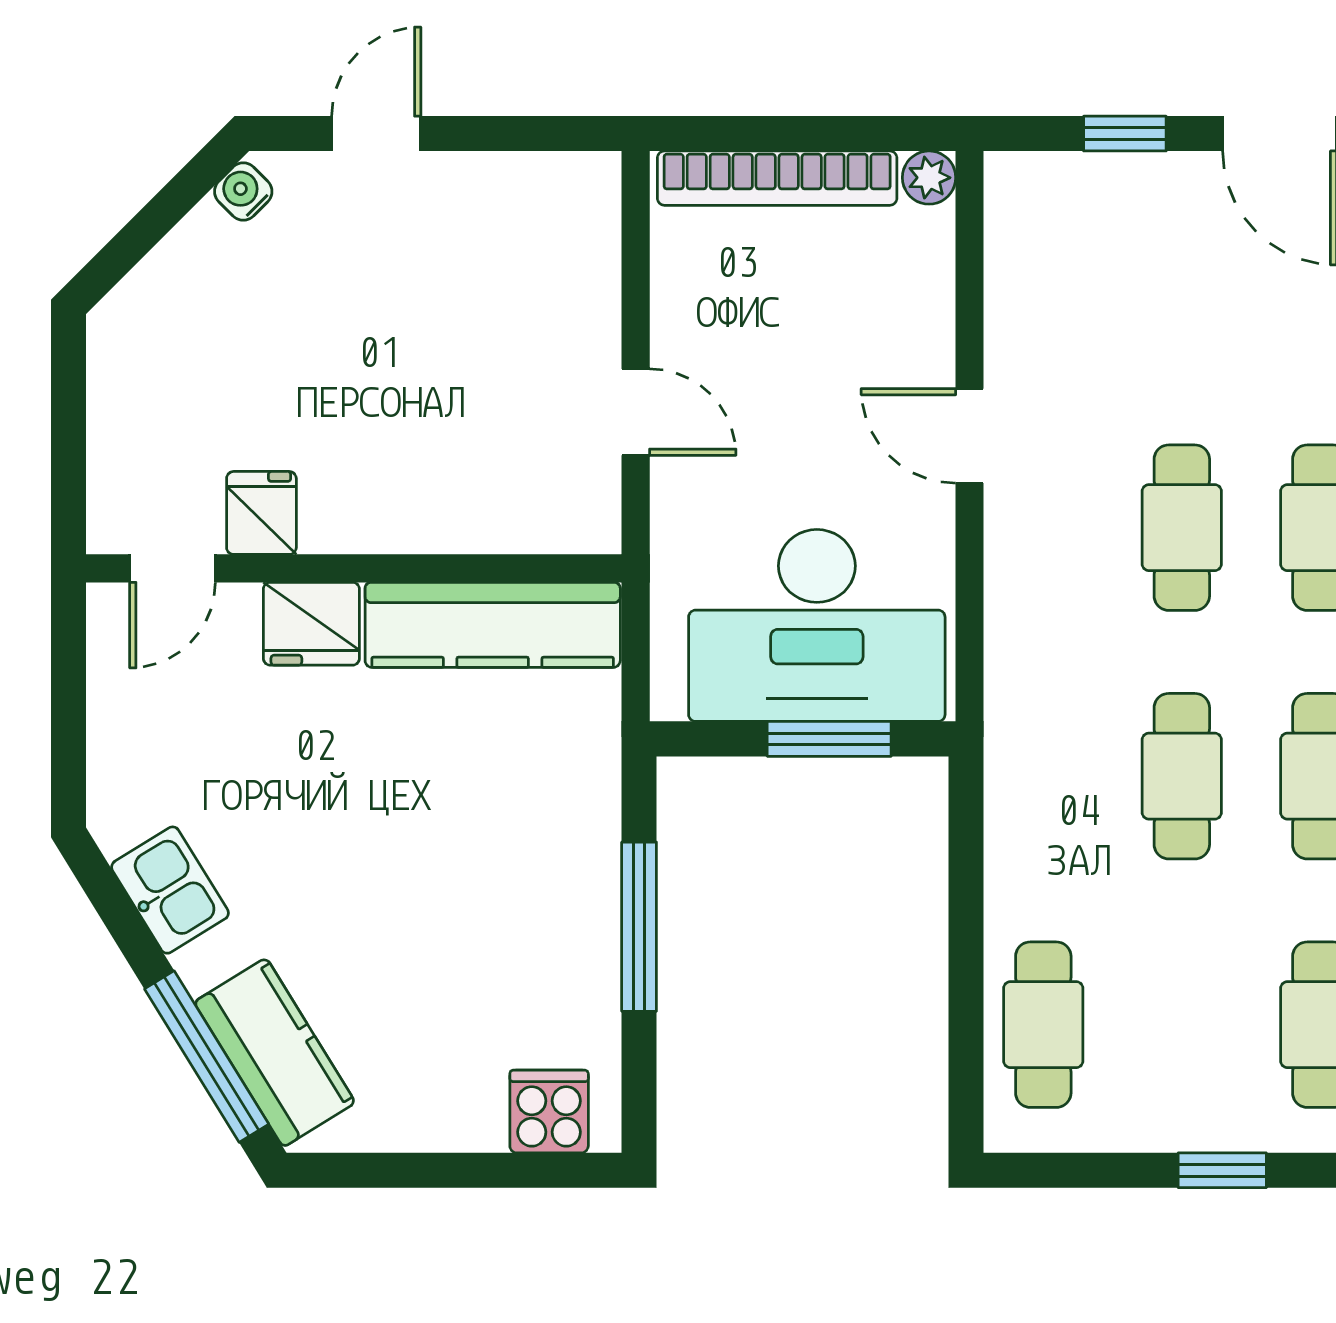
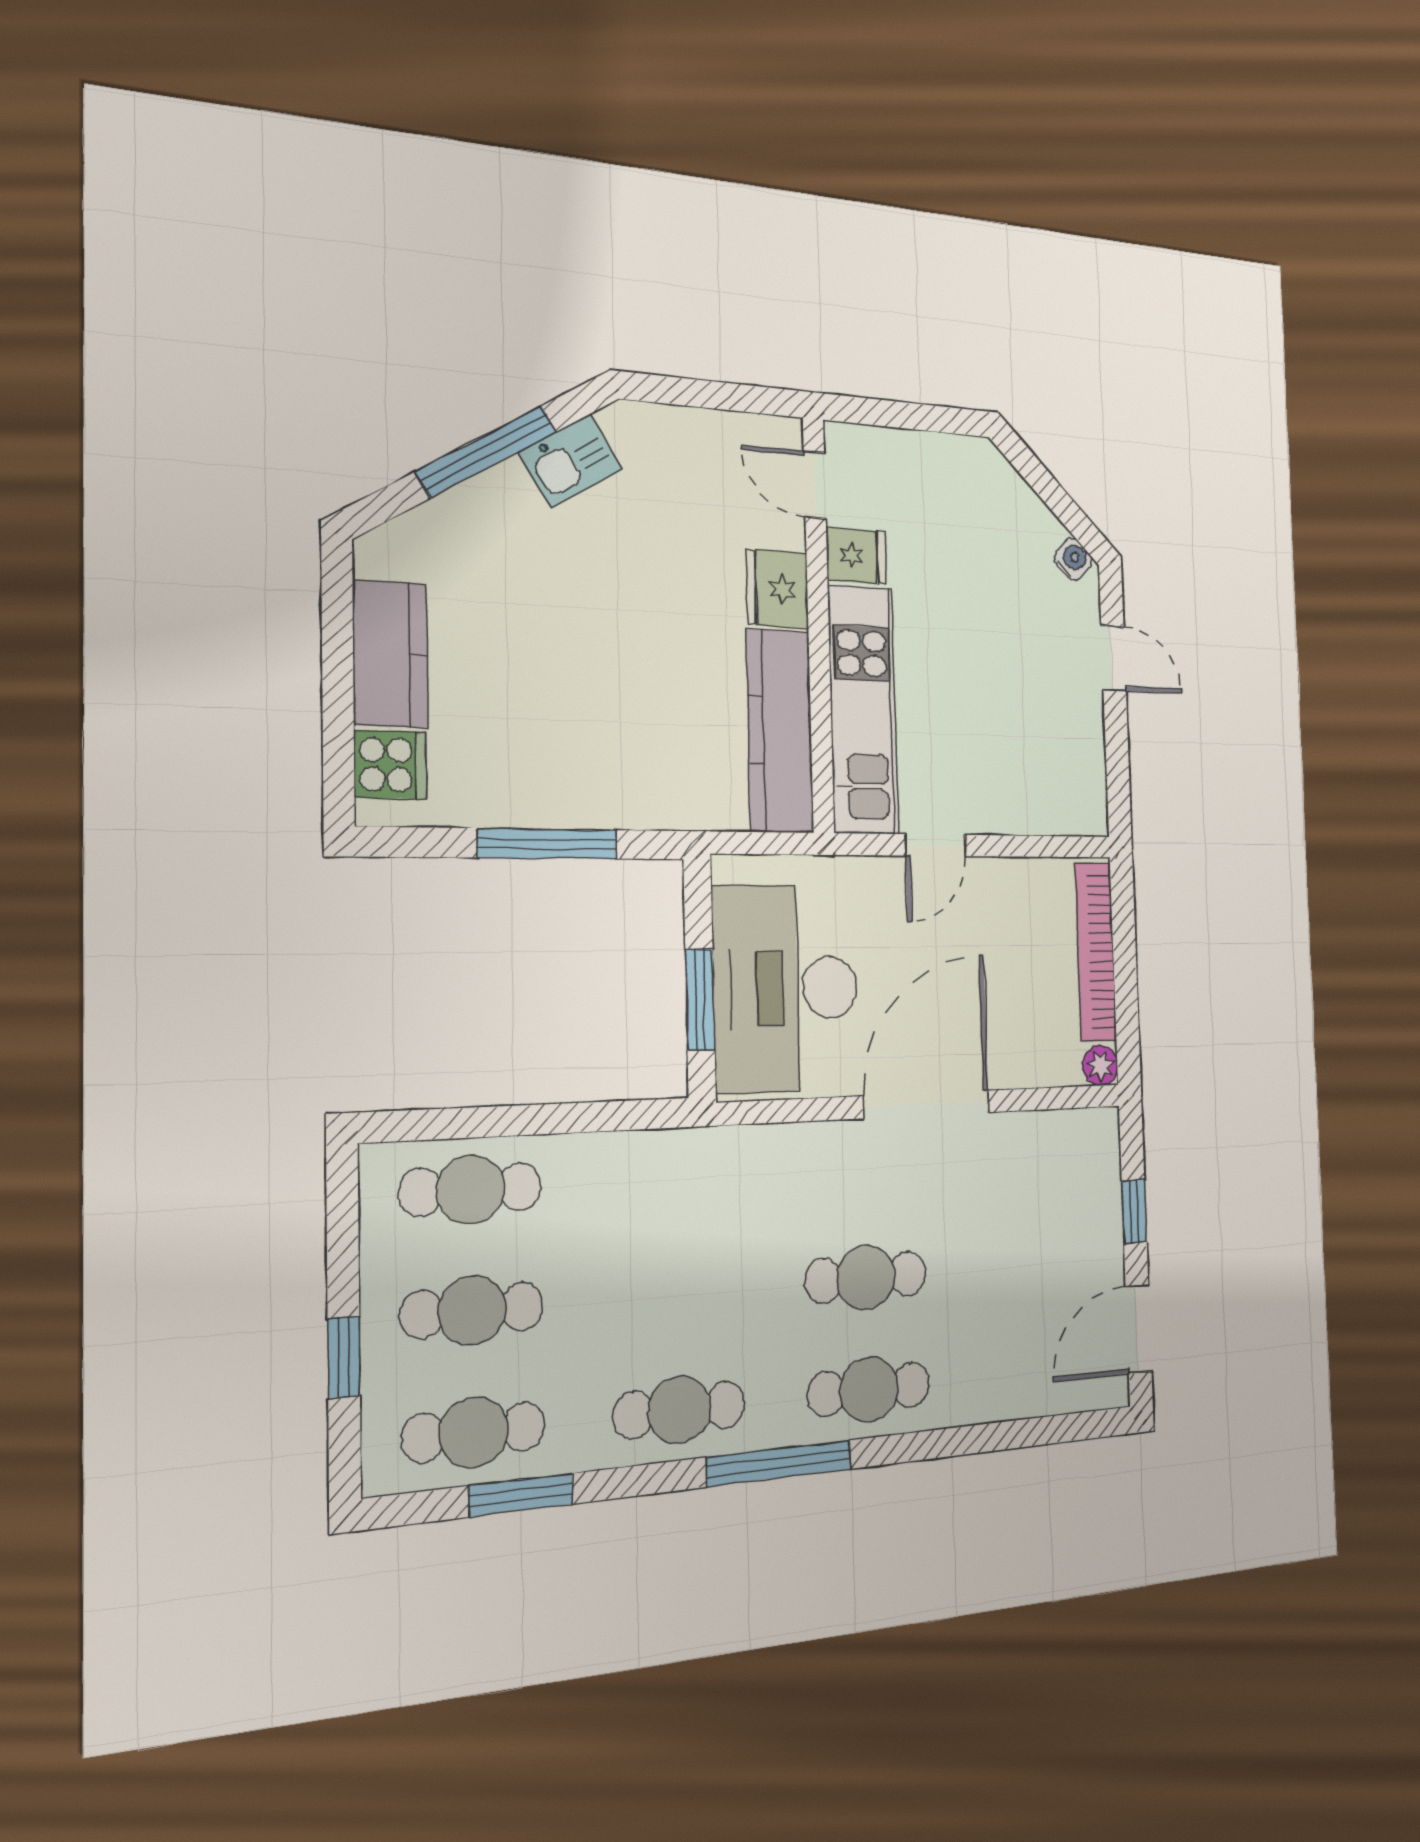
door: (970, 436) -> (927, 1104), width x1.87
kitchen unit: (462, 509) -> (863, 710), added
cafe table: (1182, 776) -> (472, 1310), moved
kitchen counter: (275, 1052) -> (390, 654), moved, turned -58
window: (207, 1057) -> (486, 452), moved

